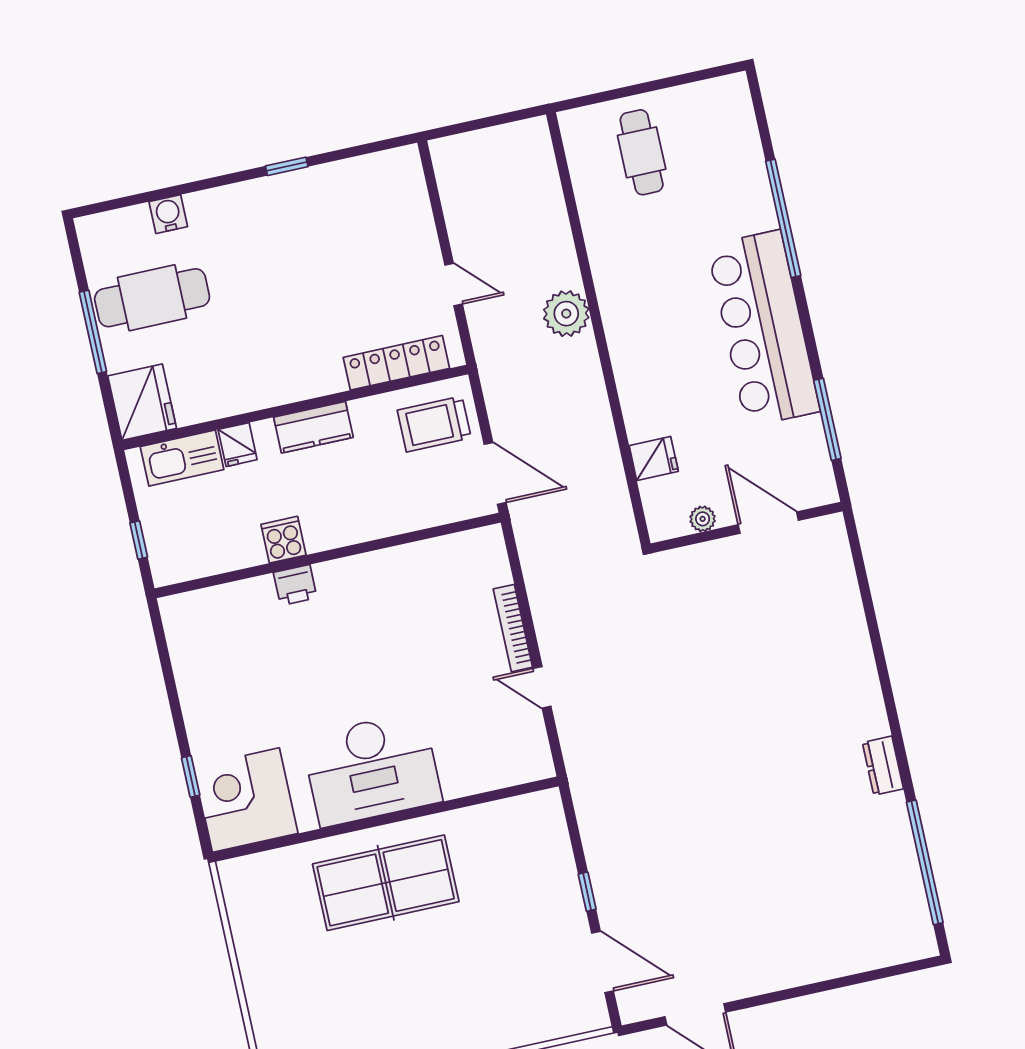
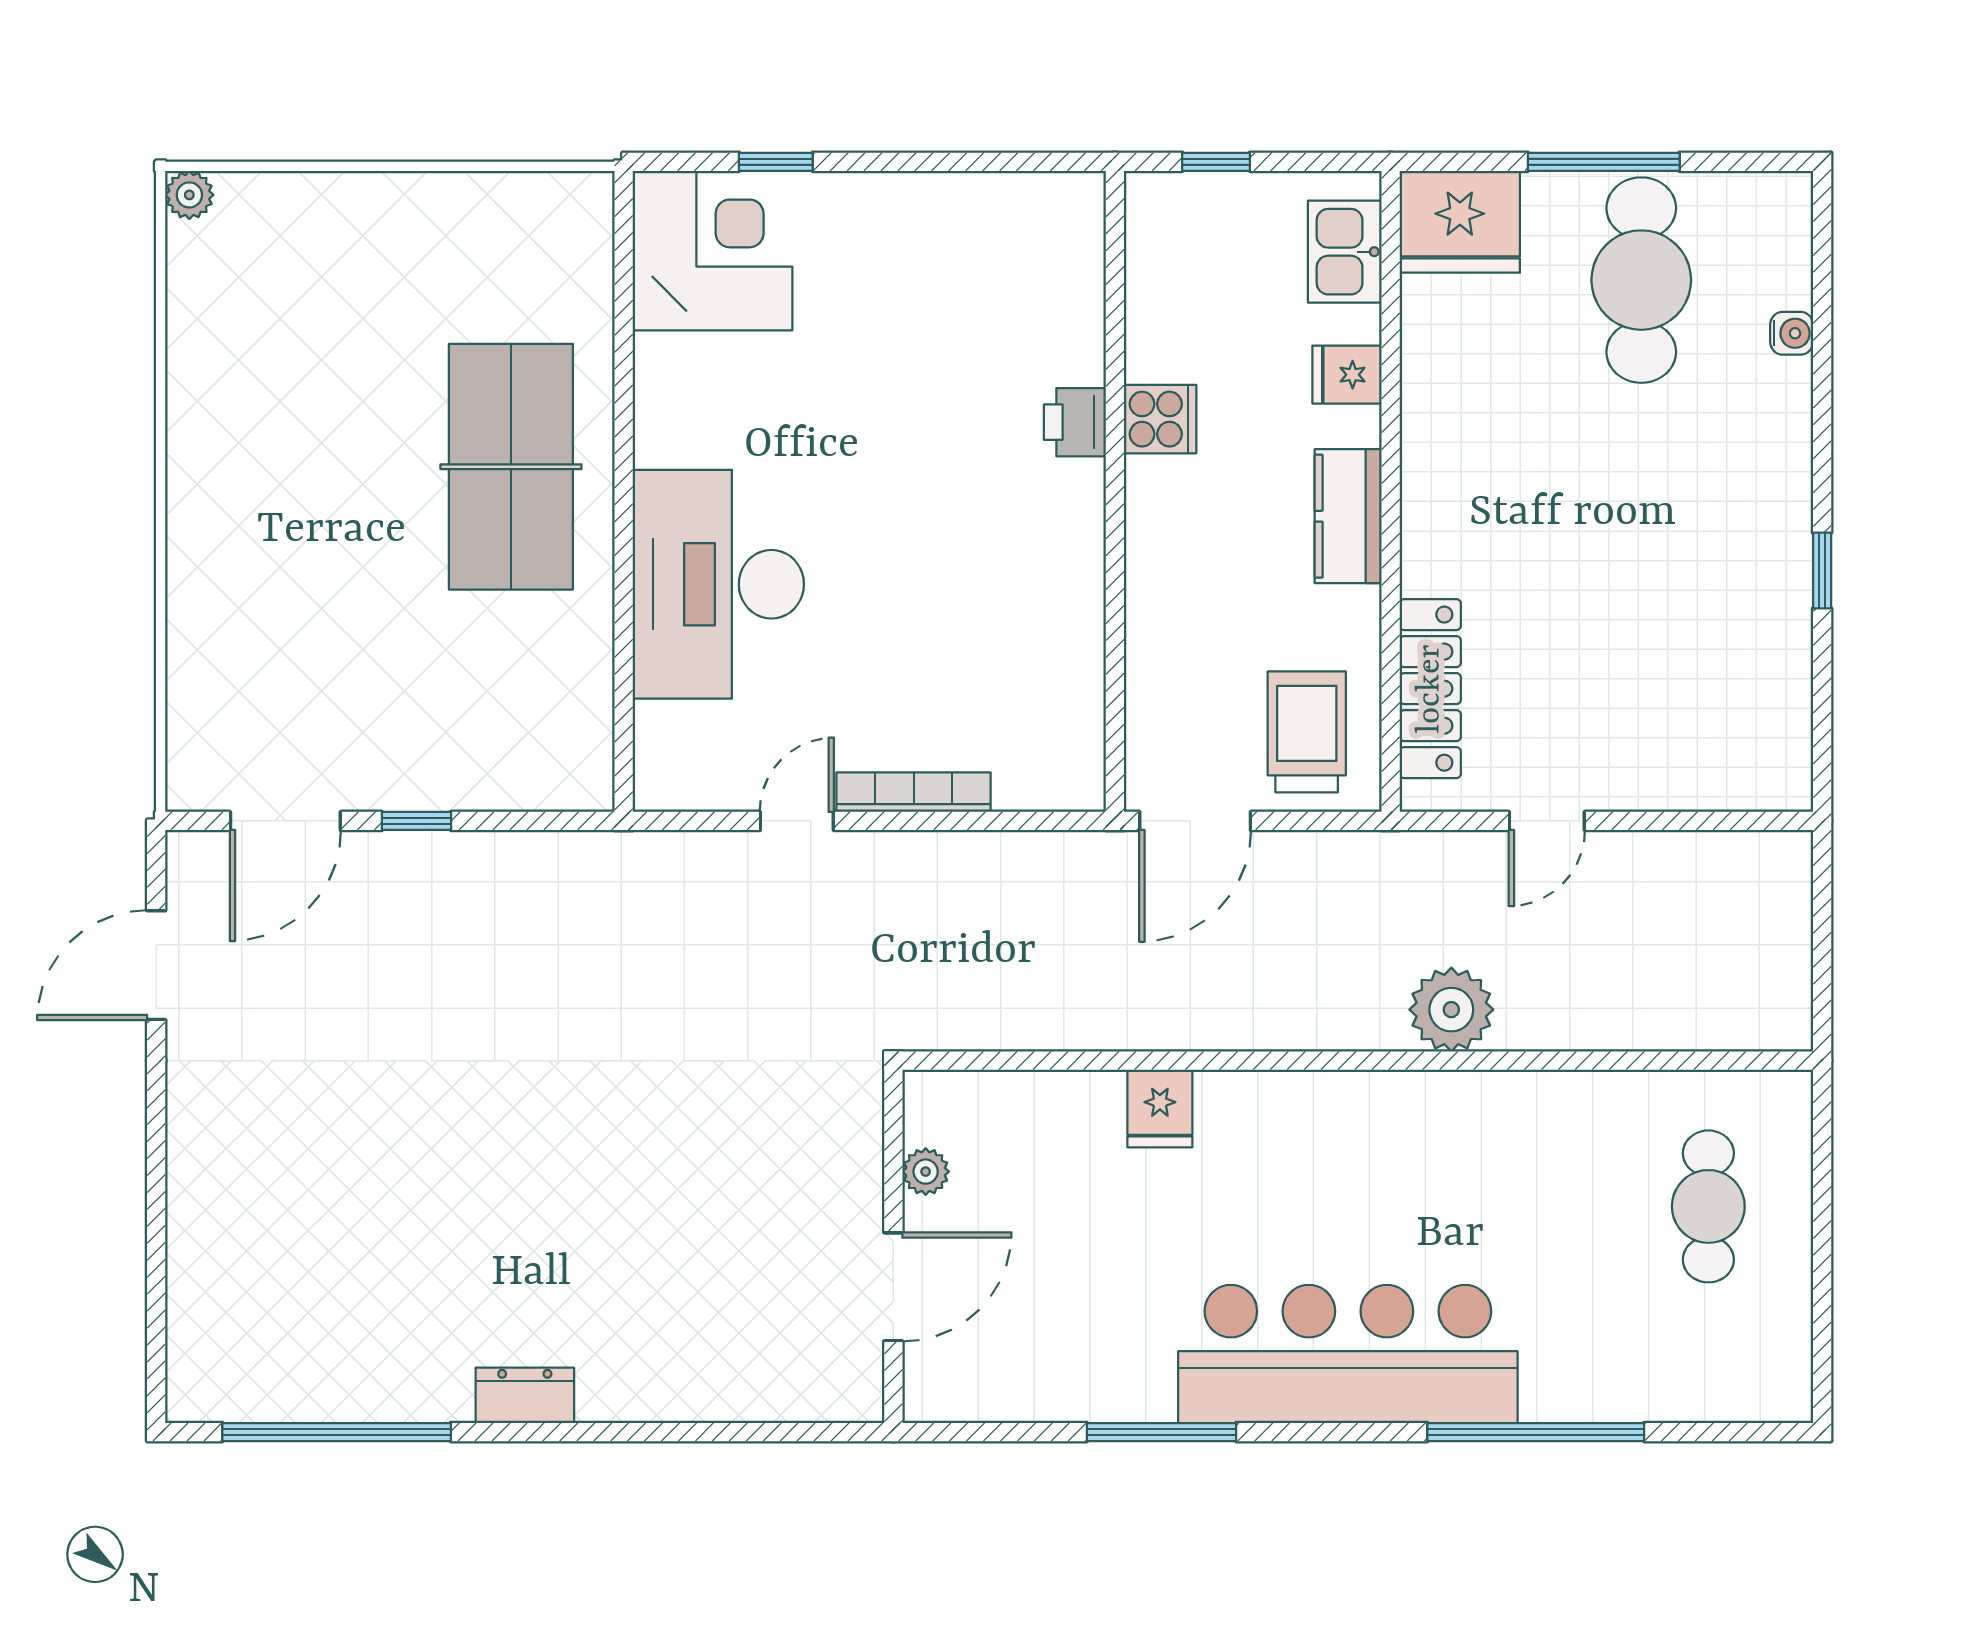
cafe table: (642, 152) -> (1708, 1206), turned 90
water cooler: (168, 214) -> (1792, 333), width x0.72, depth x0.72
kitchen sink: (182, 458) -> (1345, 252), width x0.73
plant: (703, 519) -> (926, 1172), moved
door: (768, 523) -> (893, 1287), moved
wall: (747, 527) -> (893, 1246), moved
desk: (372, 769) -> (718, 584), moved

